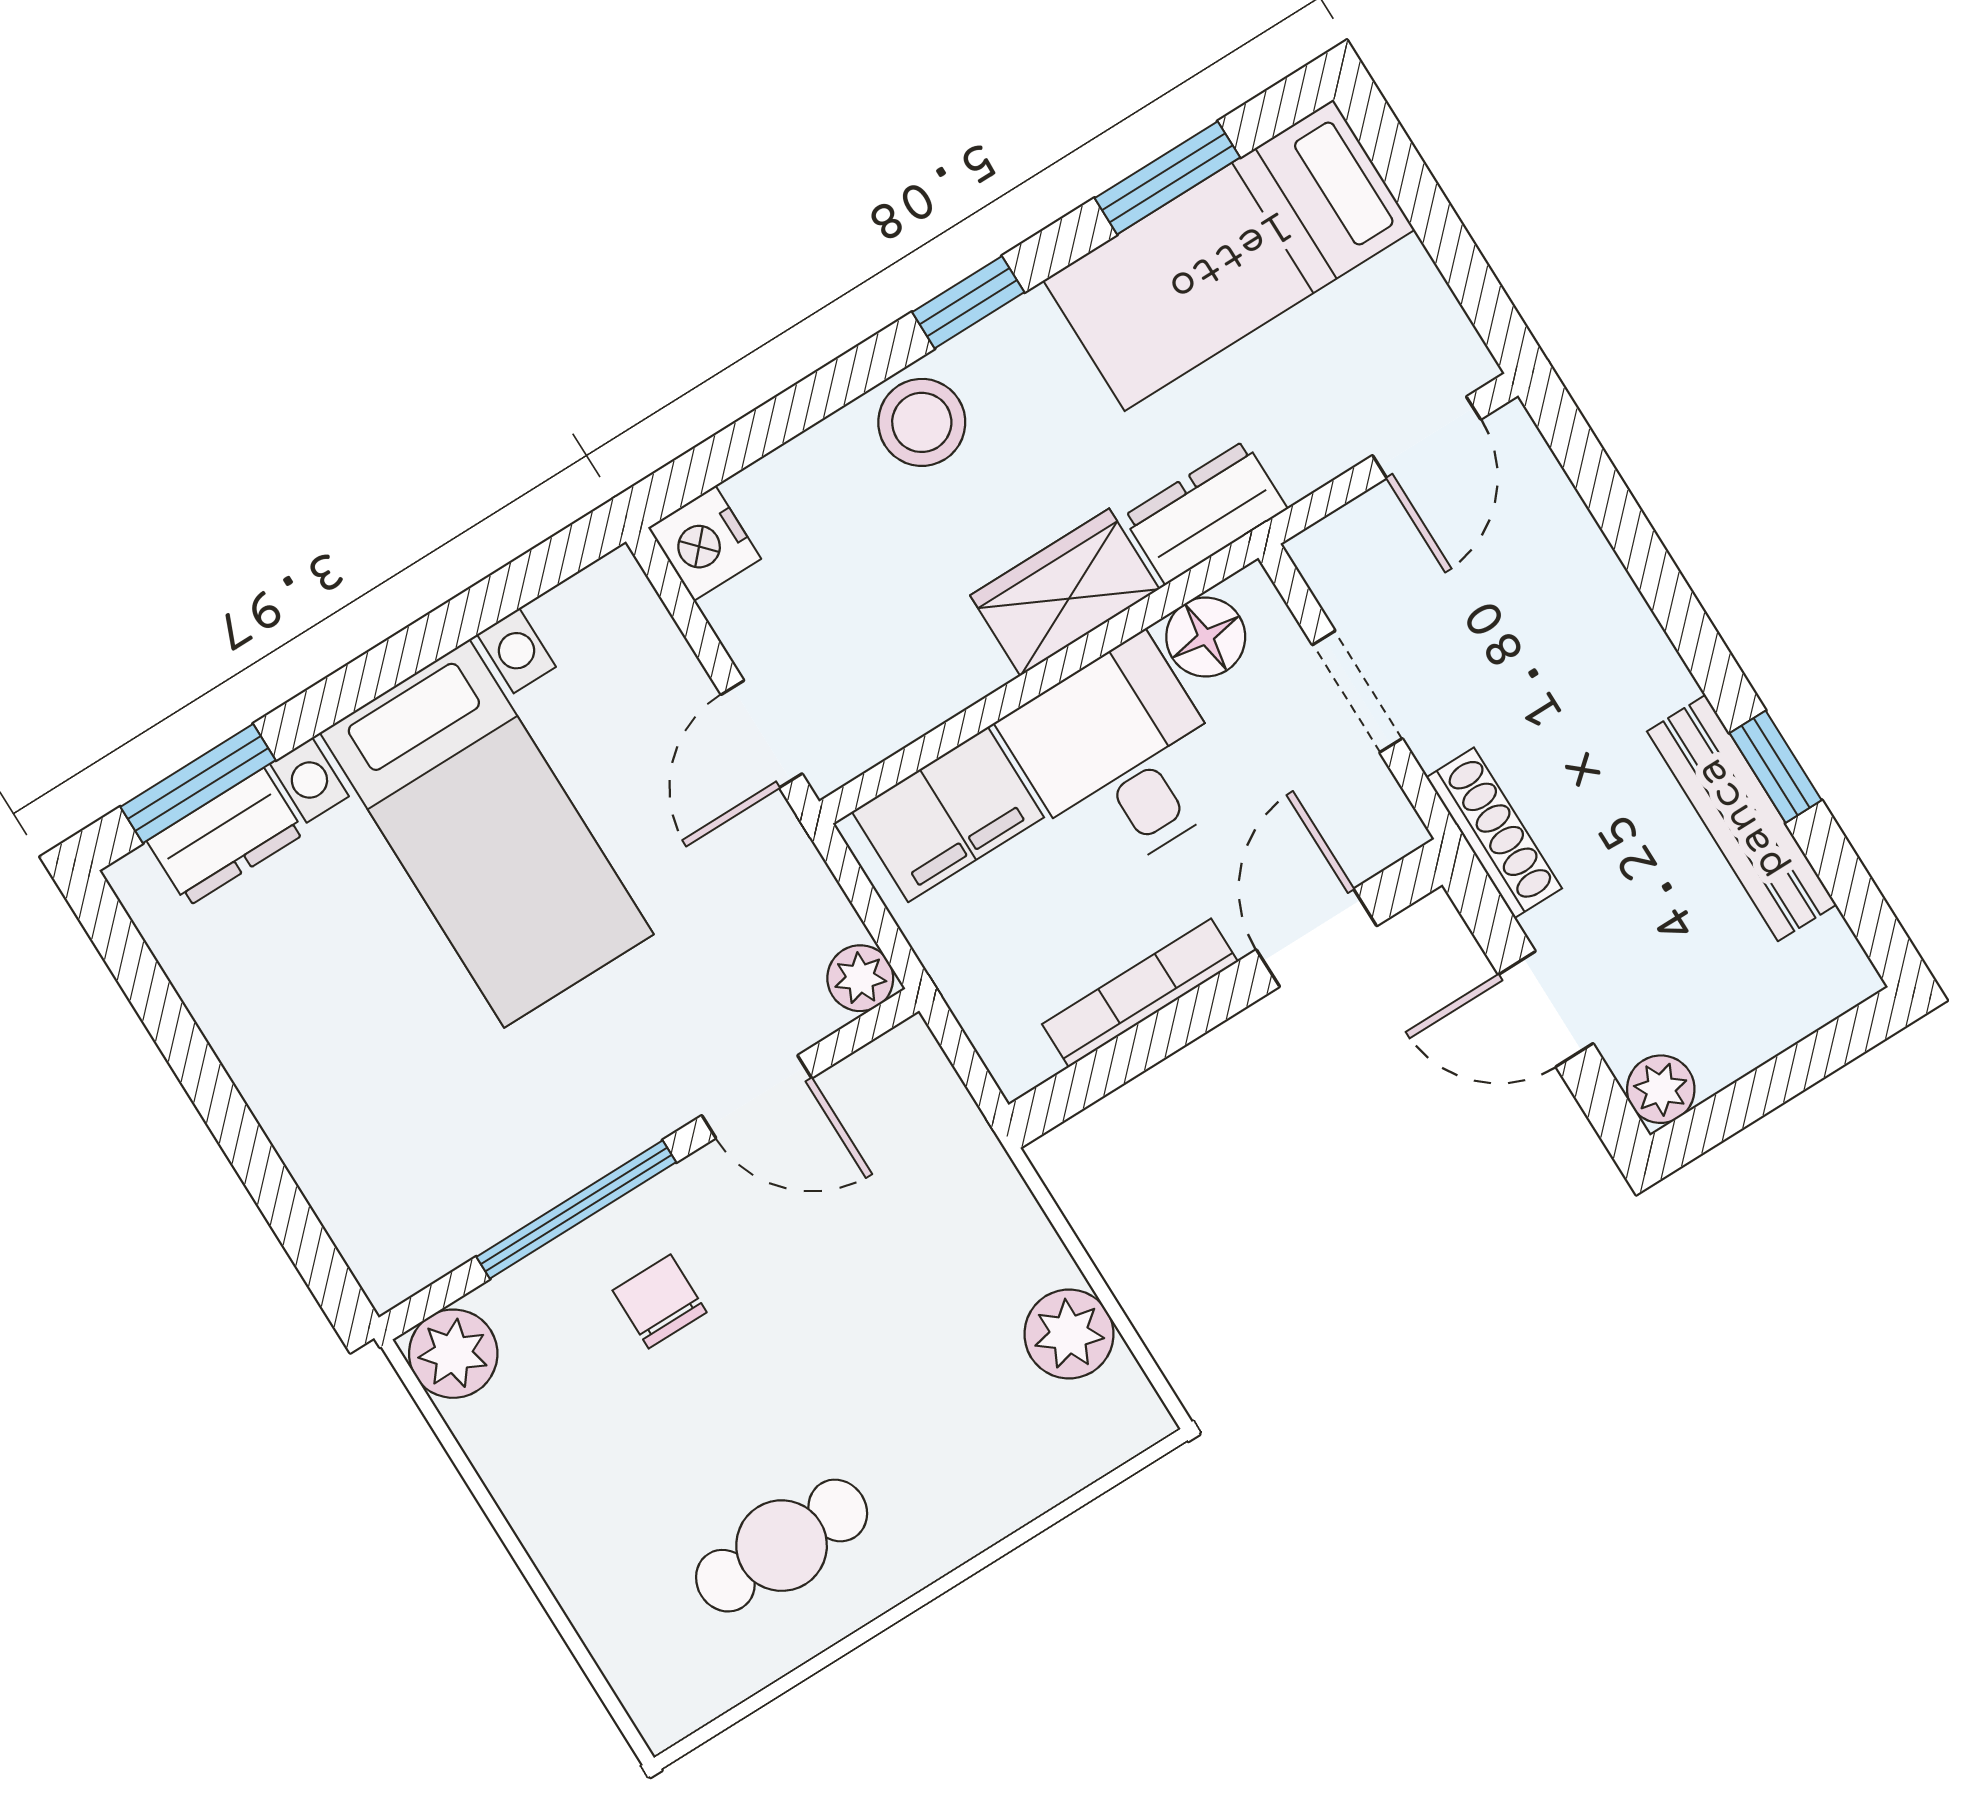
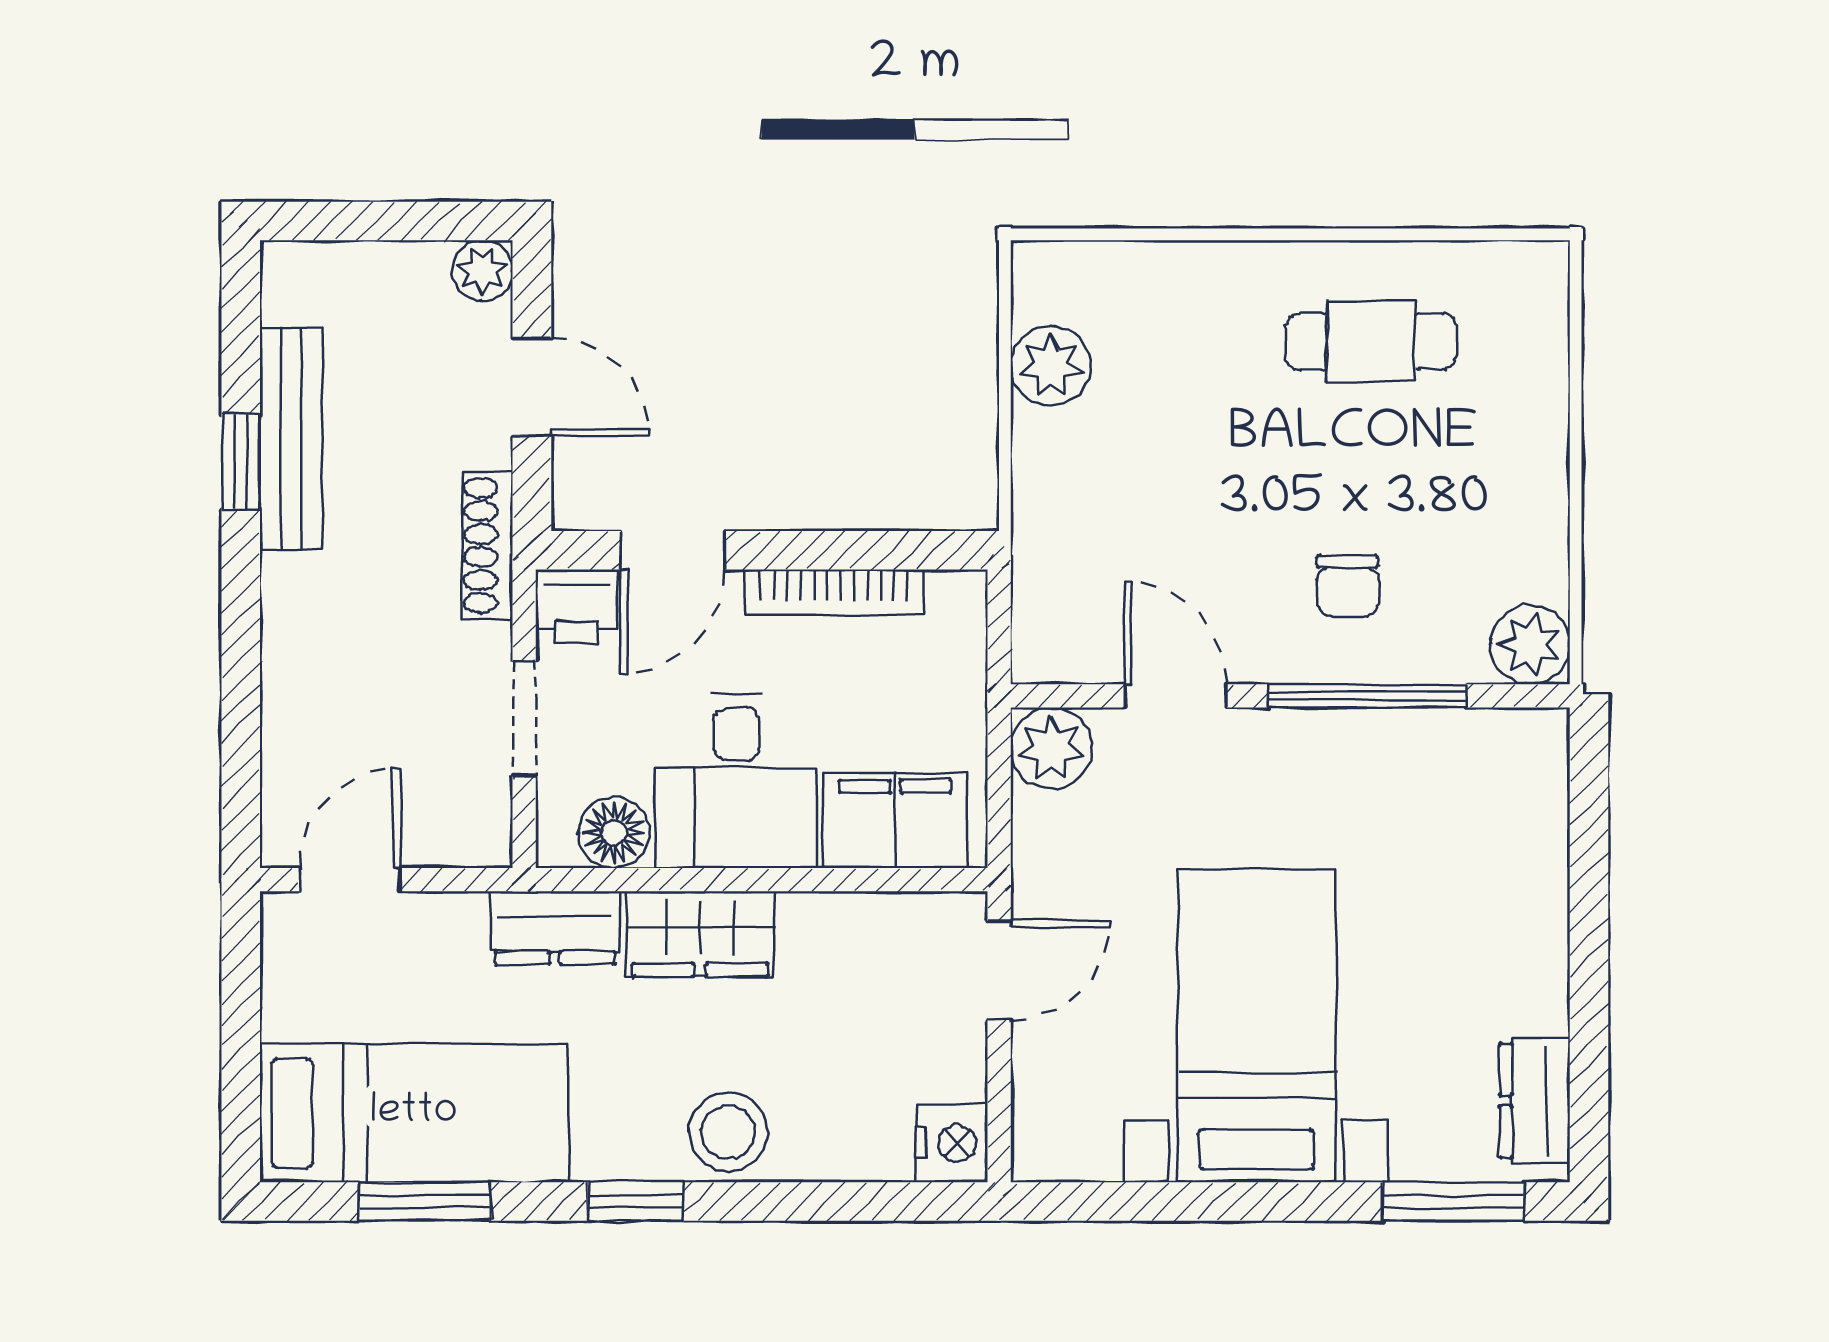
printer: (1374, 828) -> (576, 606), added
dresser: (226, 837) -> (1535, 1101), moved, turned -90
plant: (860, 978) -> (1051, 748), width x1.38, depth x1.38

